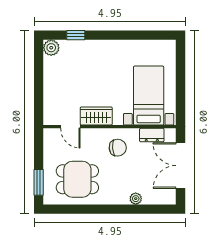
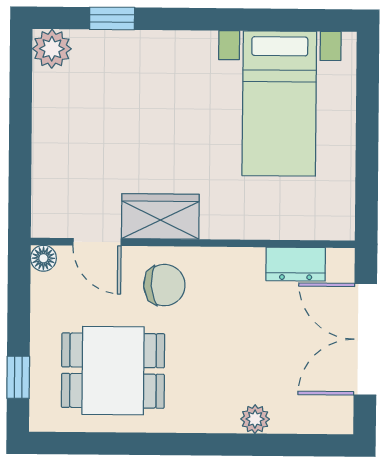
bed with nightstands: (149, 96) -> (279, 103), moved, turned 180
floor lamp: (48, 134) -> (43, 258), added
chair: (118, 148) -> (164, 285), moved
window: (39, 182) -> (18, 377), width x0.67

